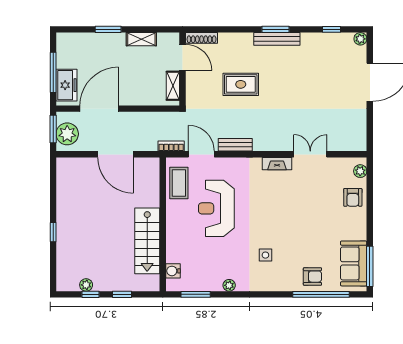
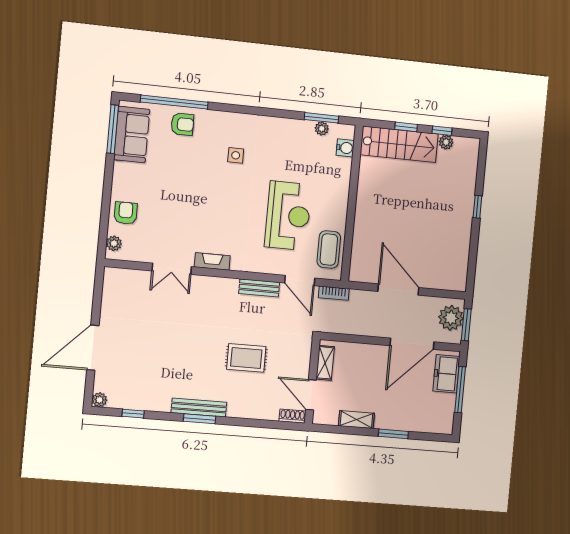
shoe rack: (202, 38) -> (292, 416), width x0.70
stairs: (147, 241) -> (399, 144), moved, turned 90
armchair: (312, 277) -> (182, 124), turned 180
plant: (229, 285) -> (322, 128), moved

